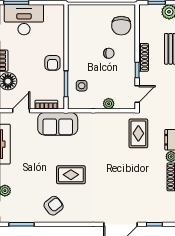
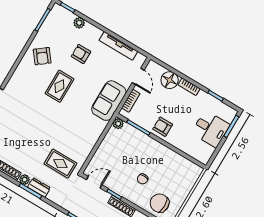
desk: (24, 20) -> (211, 129), width x0.73
side table: (82, 86) -> (129, 140), removed
door: (137, 94) -> (94, 182), swing flipped
plant: (109, 104) -> (118, 124), moved
armchair: (31, 173) -> (81, 54), added

